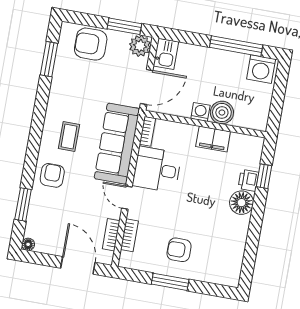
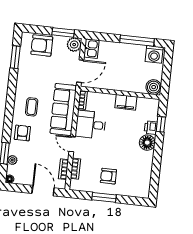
washing machine: (200, 112) -> (116, 85), removed
boiler: (222, 113) -> (154, 87), moved
plant: (34, 216) -> (12, 160), added

